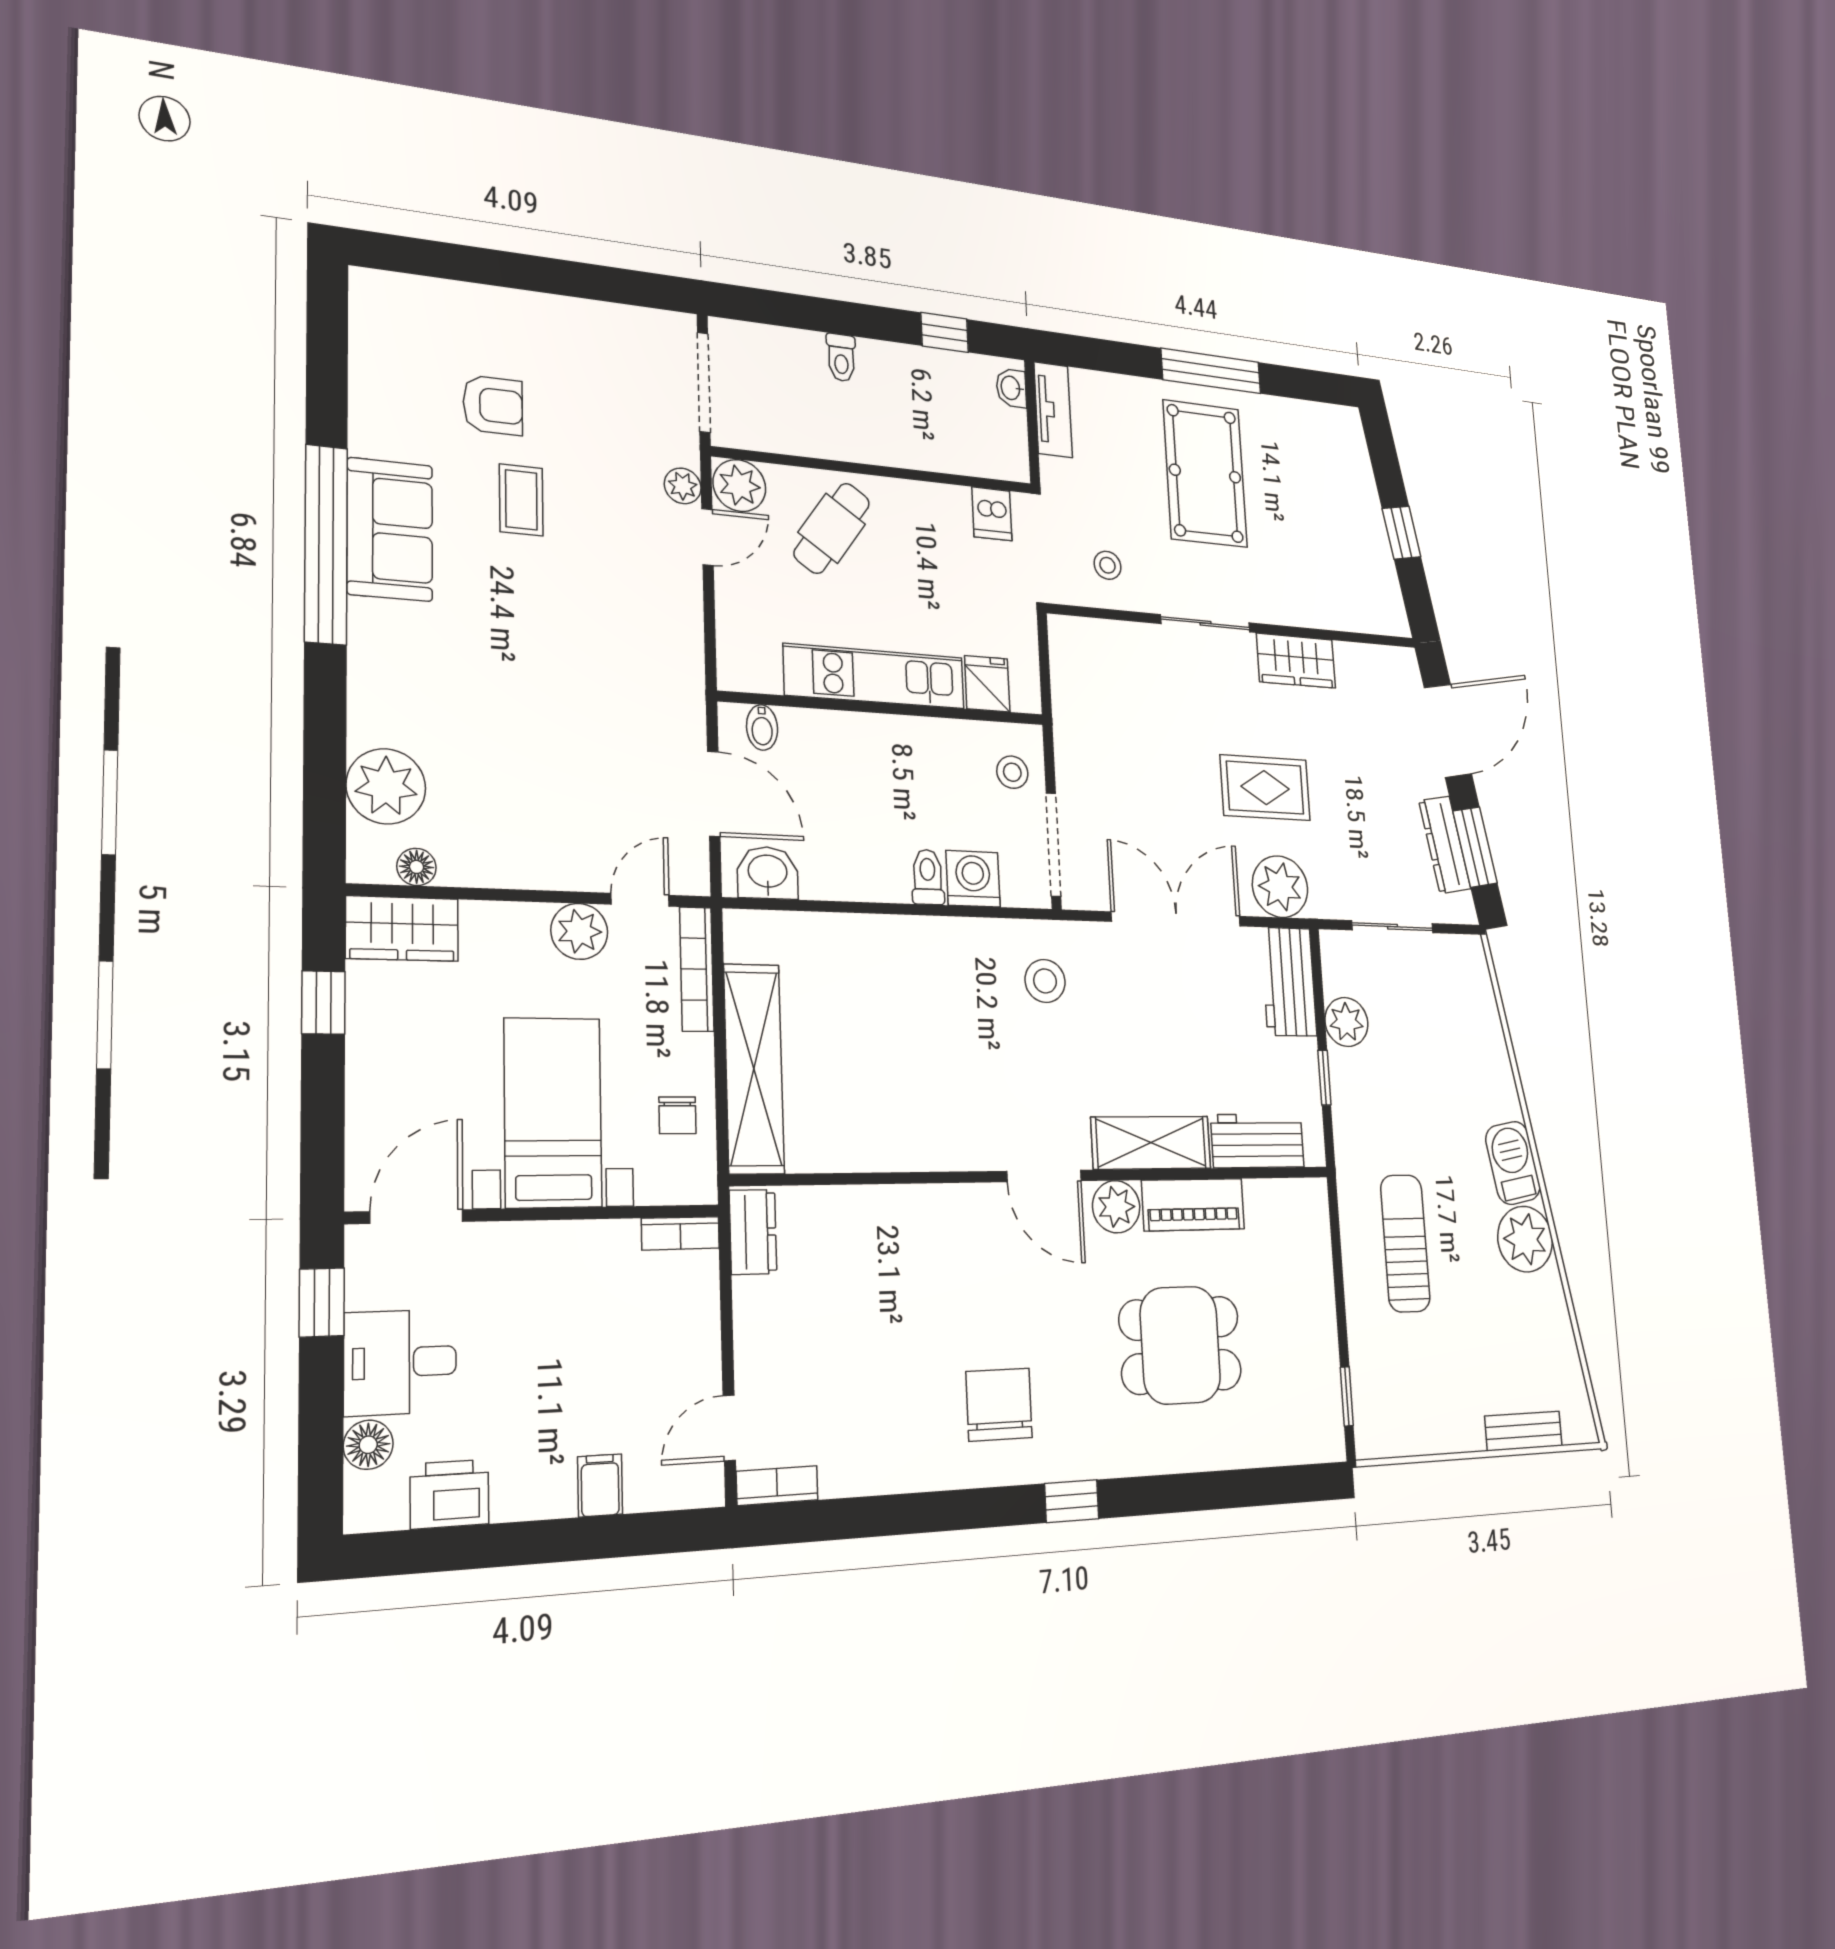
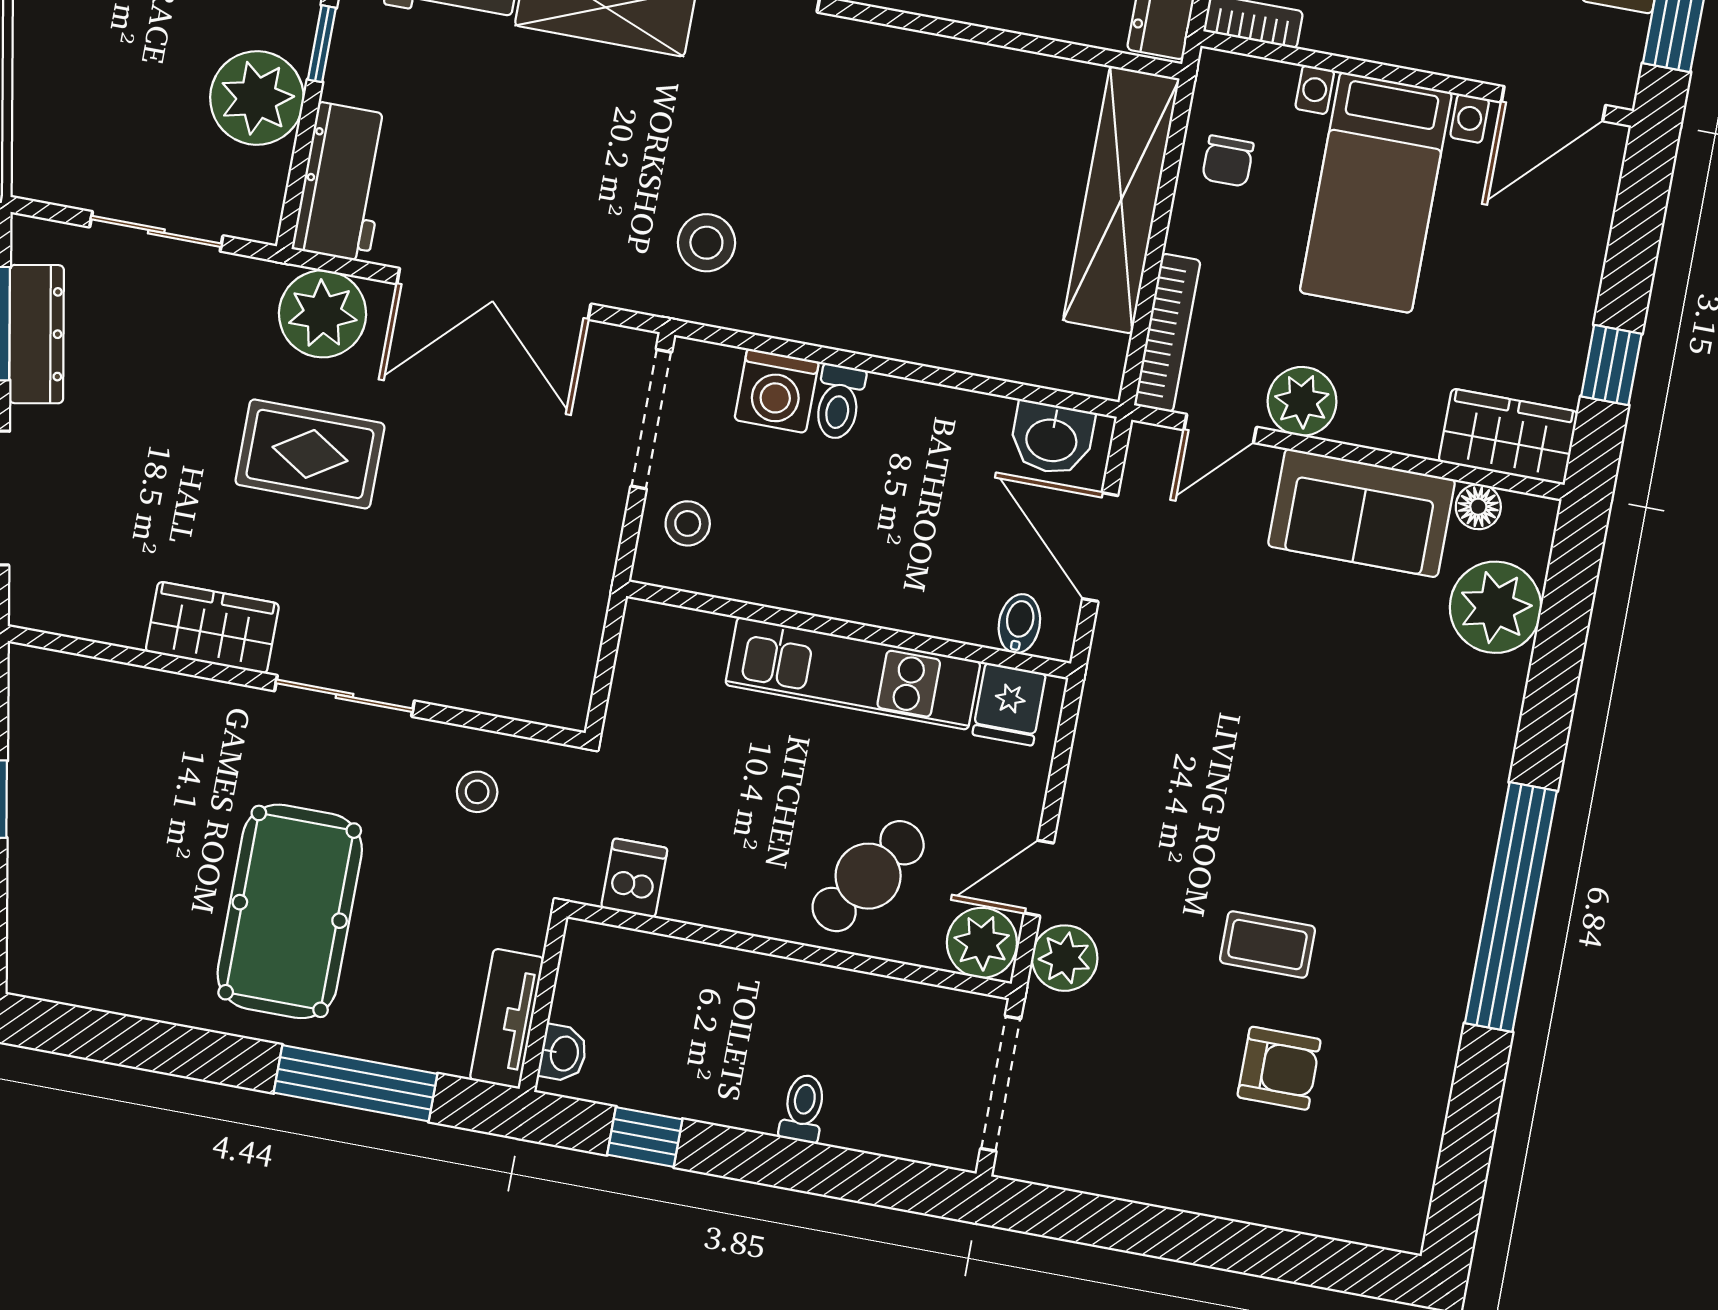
window: (1211, 371) -> (356, 1083), moved
armchair: (493, 405) -> (1279, 1068), turned 180
plant: (683, 486) -> (1065, 958), width x1.38, depth x1.38
coffee table: (521, 500) -> (1267, 945), turned 90
sofa: (390, 529) -> (1361, 513), moved, turned -90
fridge: (987, 684) -> (1009, 704), moved
plant: (1346, 1022) -> (257, 98), width x1.36, depth x1.36
chair: (677, 1115) -> (1228, 161), turned 180

